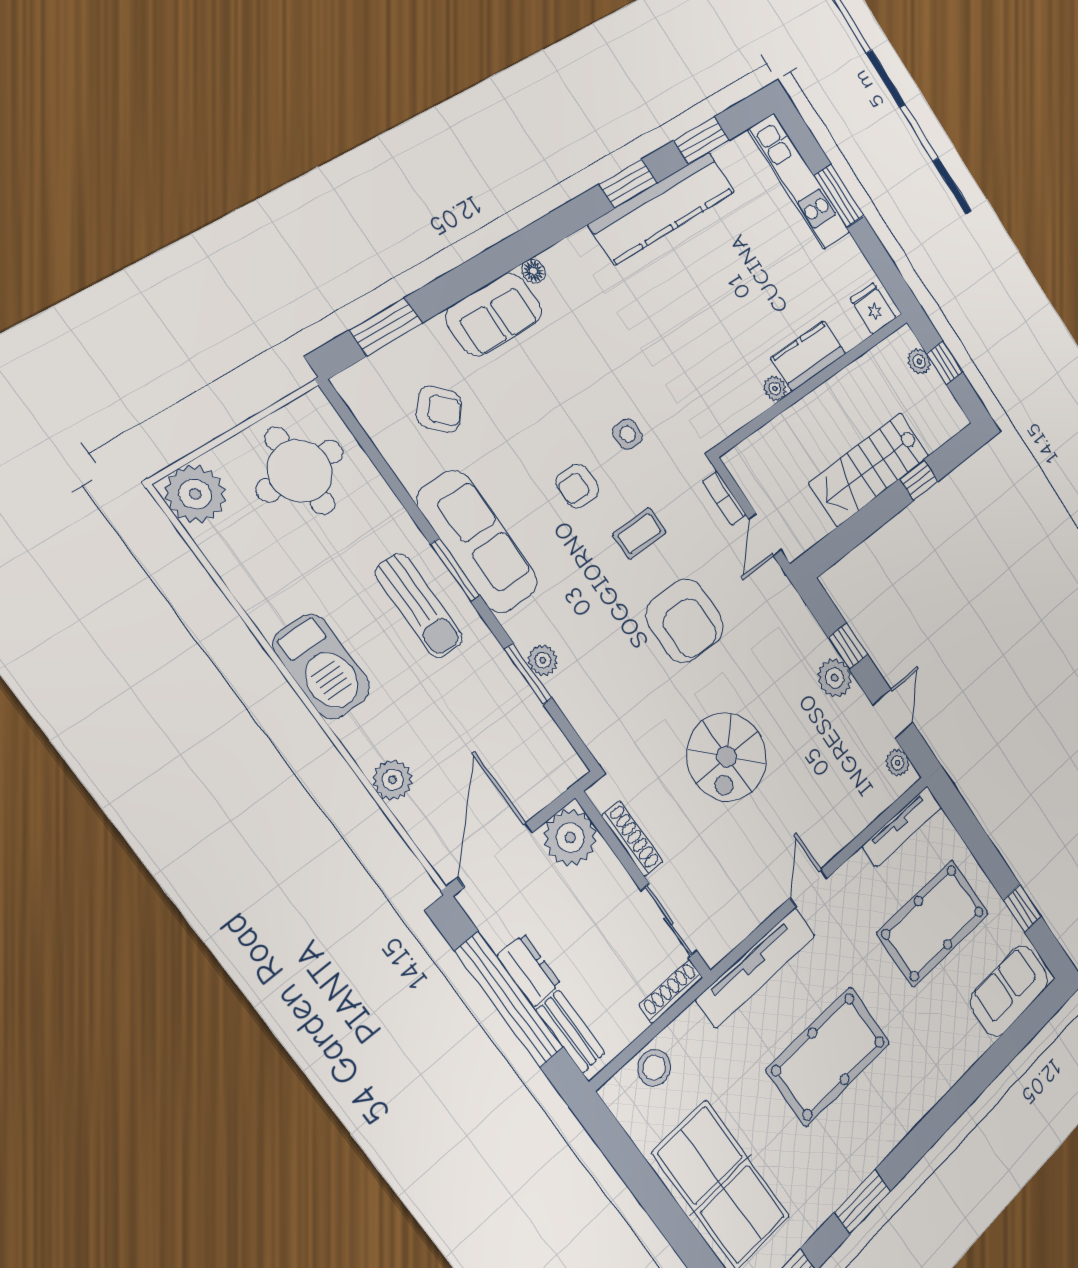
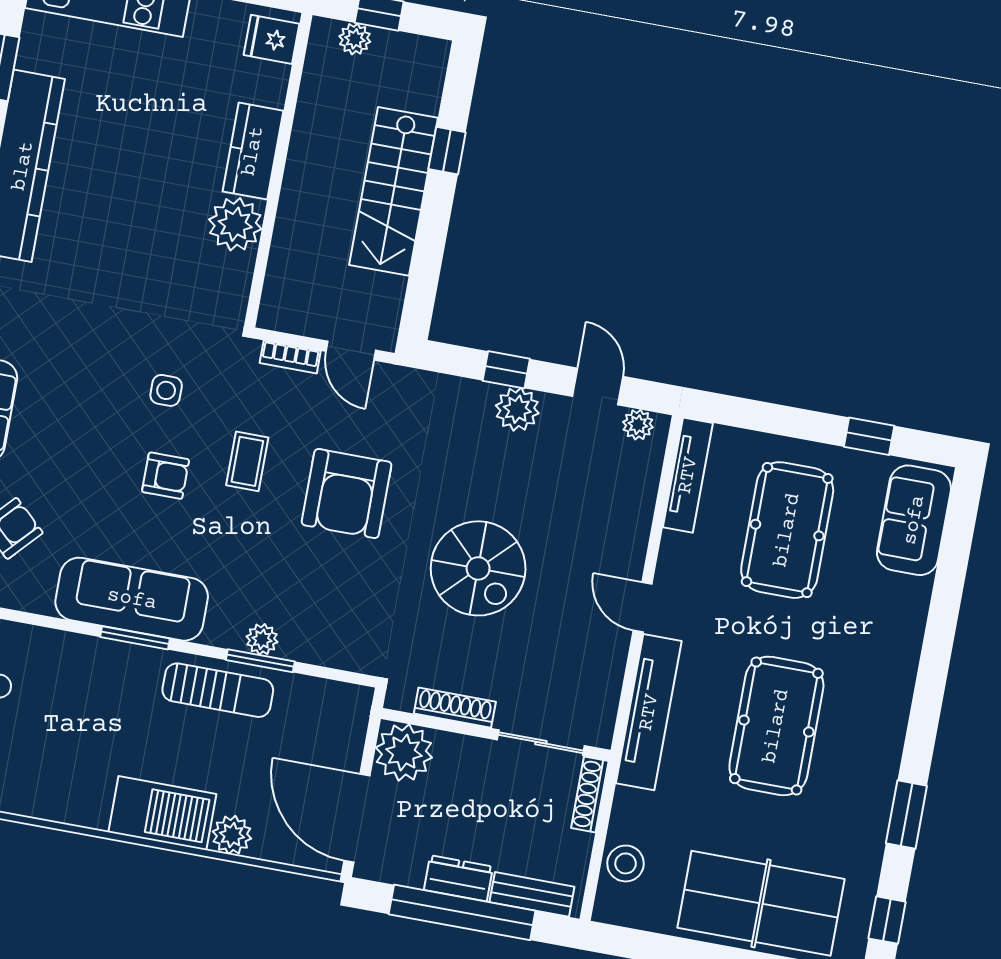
plant: (775, 389) -> (235, 224), width x1.88, depth x1.88
armchair: (577, 486) -> (166, 476), turned -90
sun lounger: (419, 606) -> (218, 690), moved
armchair: (685, 621) -> (347, 494), turned 90
barbecue: (322, 666) -> (162, 813), moved

